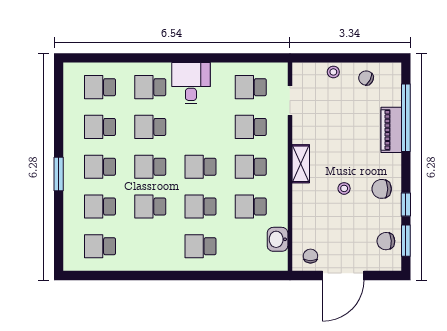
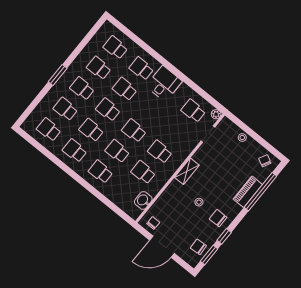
plant: (281, 70) -> (216, 114), added
chair: (366, 78) -> (265, 161), moved
school desk: (251, 127) -> (75, 151), moved

